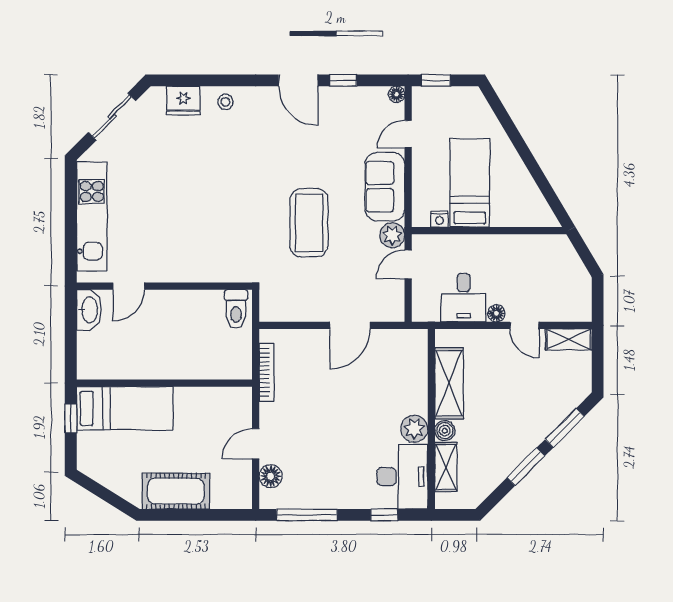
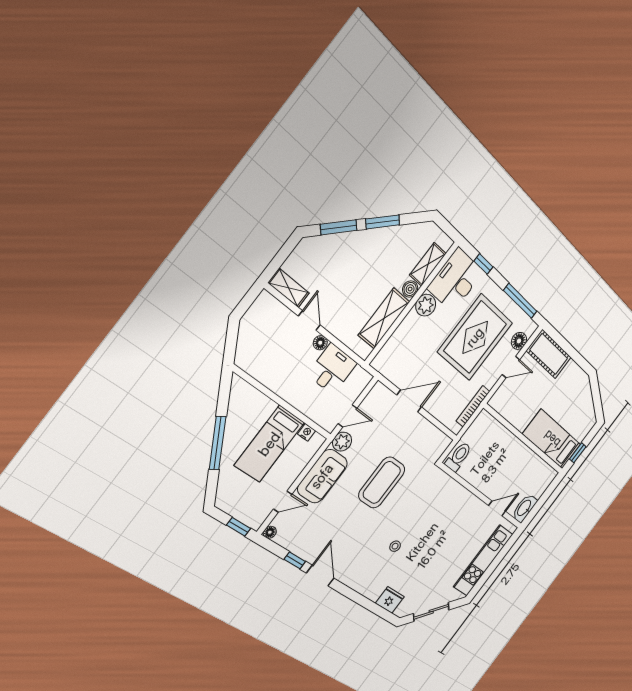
stool: (225, 102) -> (395, 546), moved
window: (523, 150) -> (218, 443), added
rug: (328, 441) -> (475, 337), added
cot: (176, 491) -> (549, 354), moved

